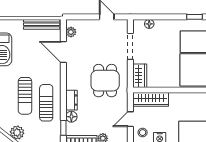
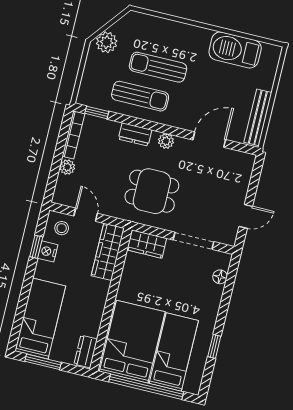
plant: (71, 32) -> (166, 141), moved
floor lamp: (71, 117) -> (111, 128), removed

